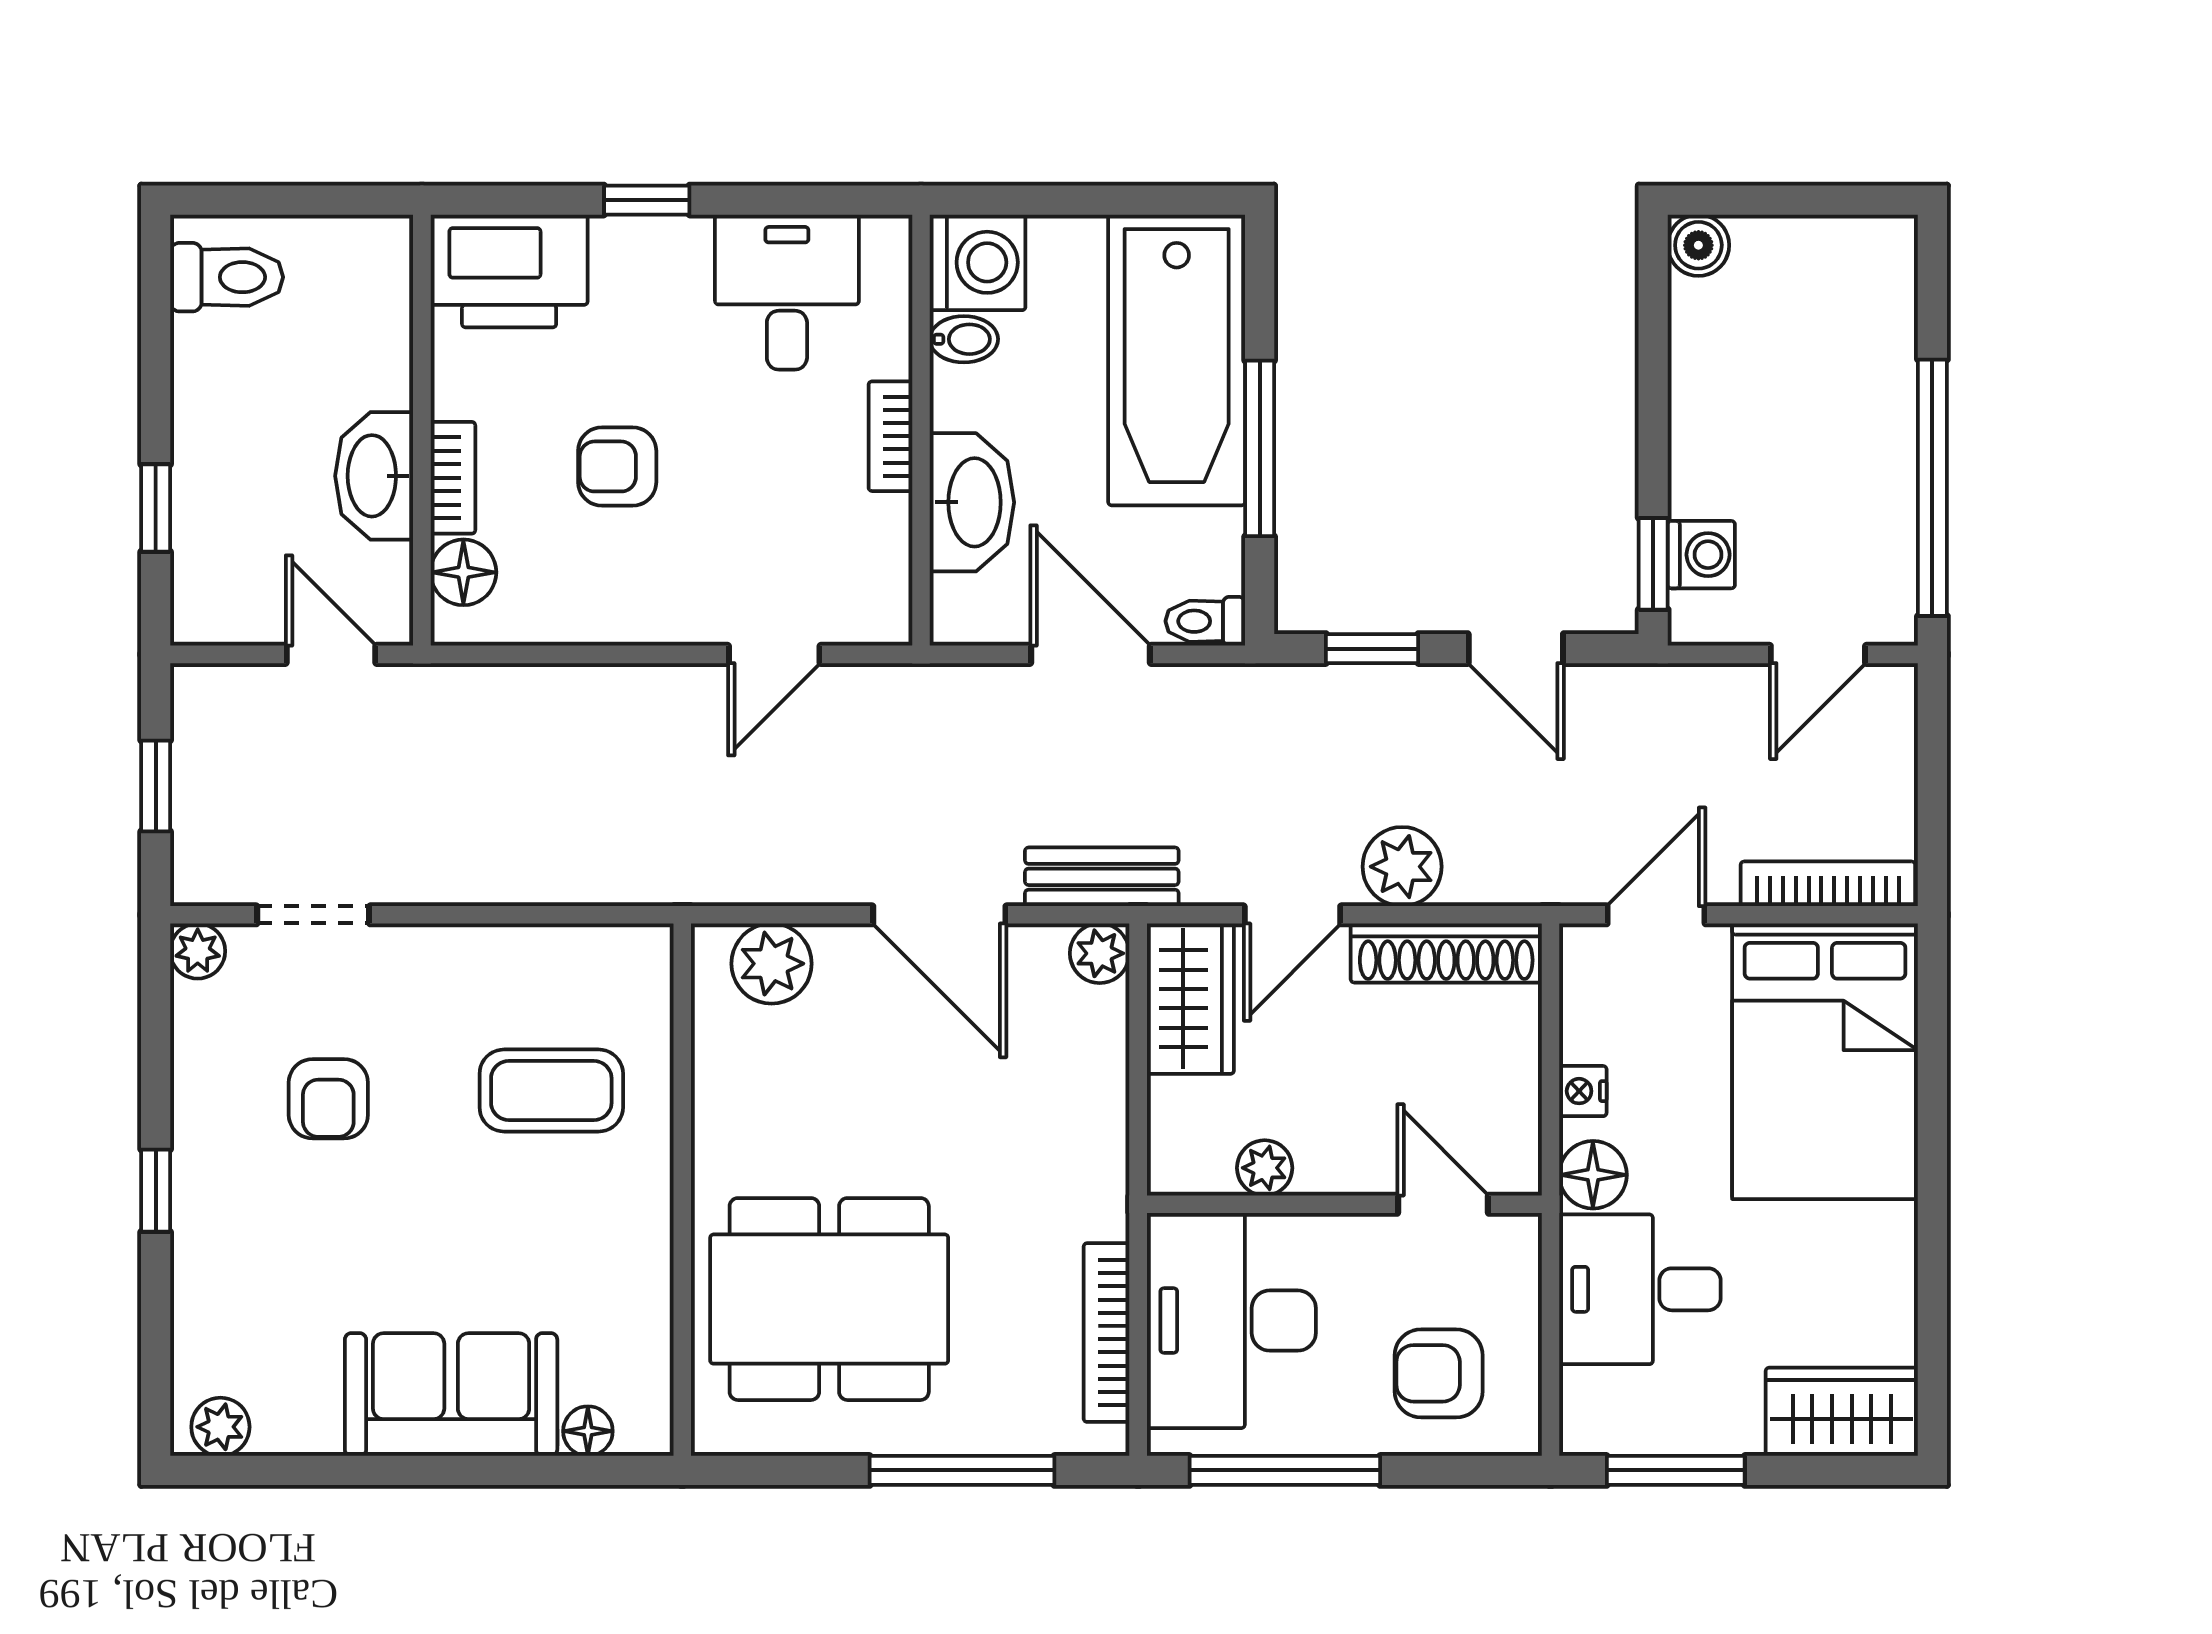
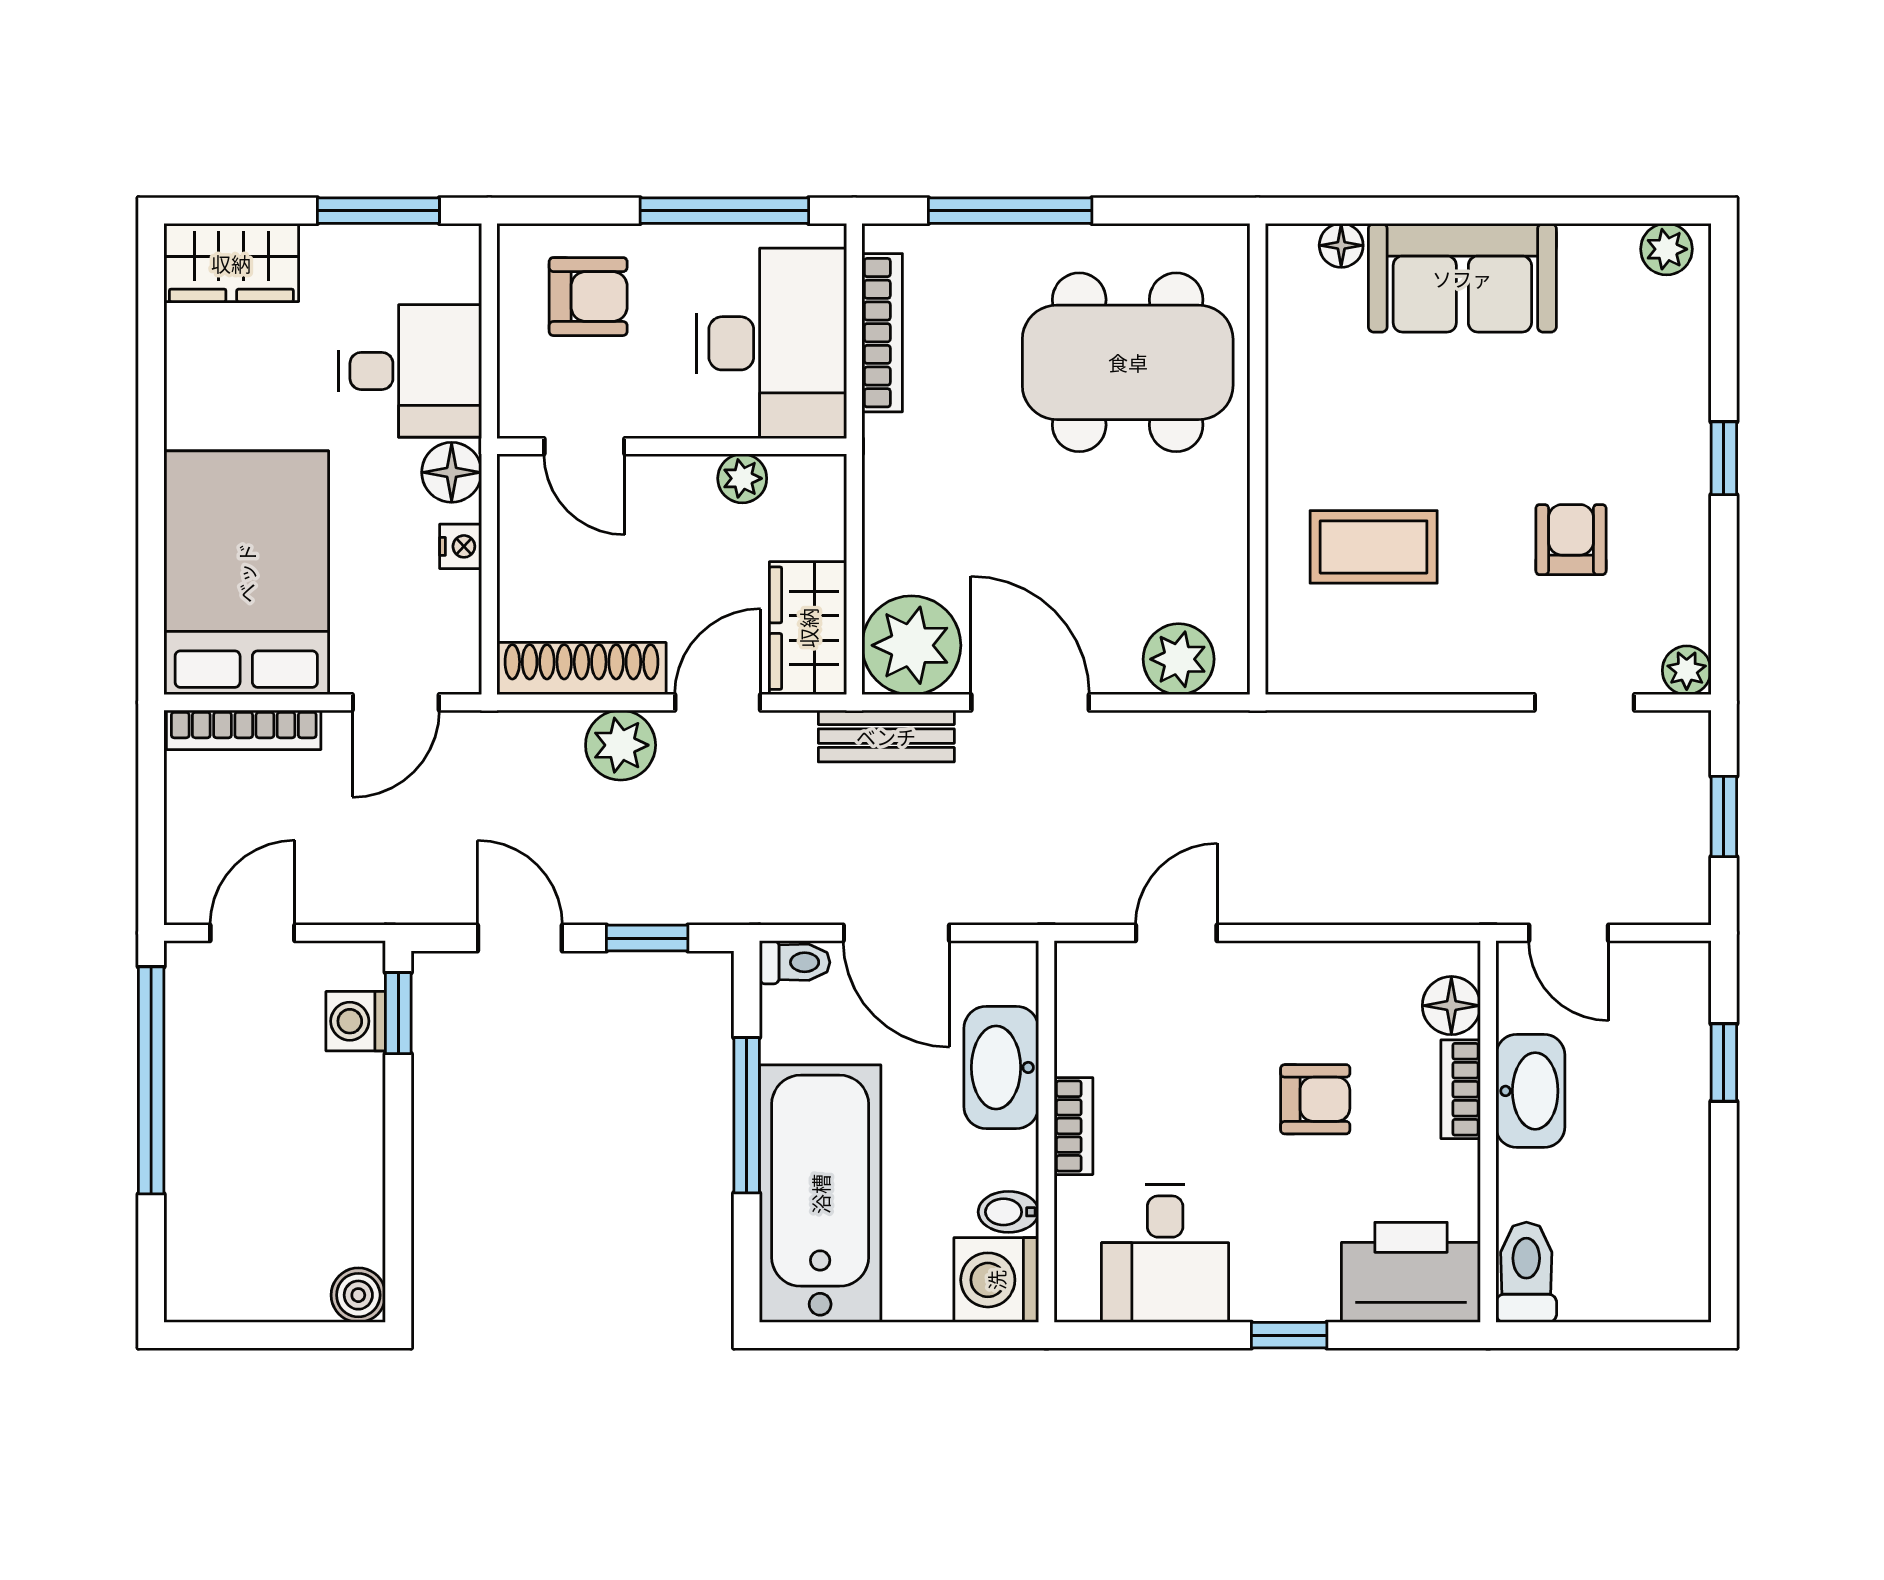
toilet: (227, 277) -> (1526, 1272), moved, turned 90
plant: (1100, 953) -> (911, 645), width x1.88, depth x1.88

